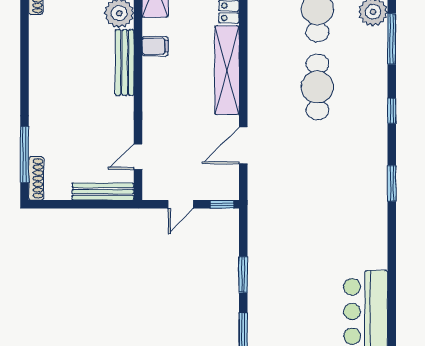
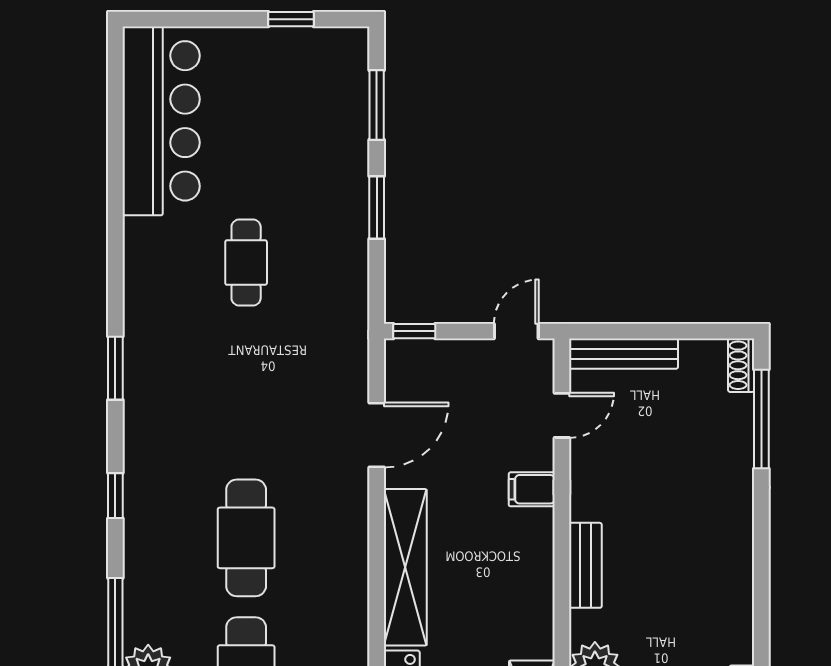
filing cabinet: (155, 46) -> (532, 489), moved
bench: (125, 63) -> (585, 565), width x0.73
shoe rack: (36, 178) -> (741, 365), width x0.70
door: (181, 204) -> (516, 331), moved
cafe table: (317, 243) -> (246, 263), added

